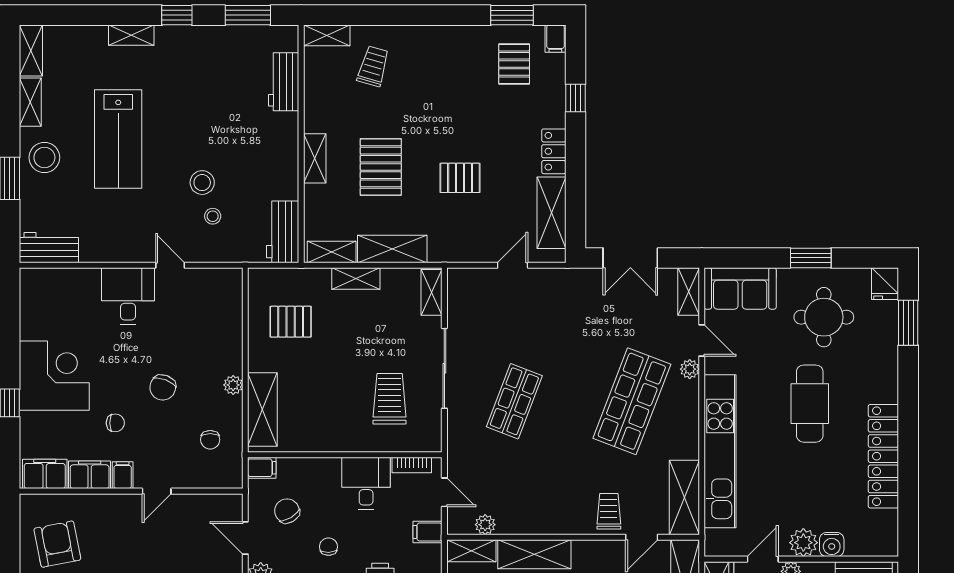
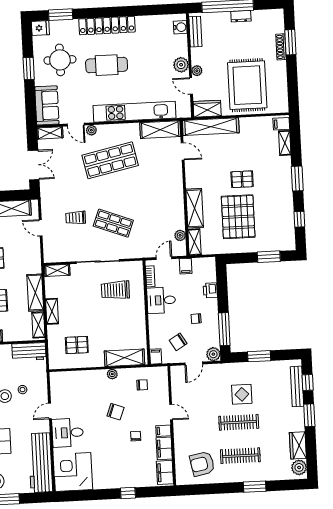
workbench: (49, 248) -> (40, 463), width x1.88, depth x1.32
pallet: (291, 322) -> (77, 345), turned 90
door: (702, 340) -> (76, 125), swing flipped
corner desk: (54, 376) -> (73, 472), moved
shop shelf: (632, 401) -> (110, 160), turned -33
locker: (883, 456) -> (107, 26), moved
trolley: (609, 511) -> (76, 218), moved
water cooler: (832, 545) -> (180, 27), moved

